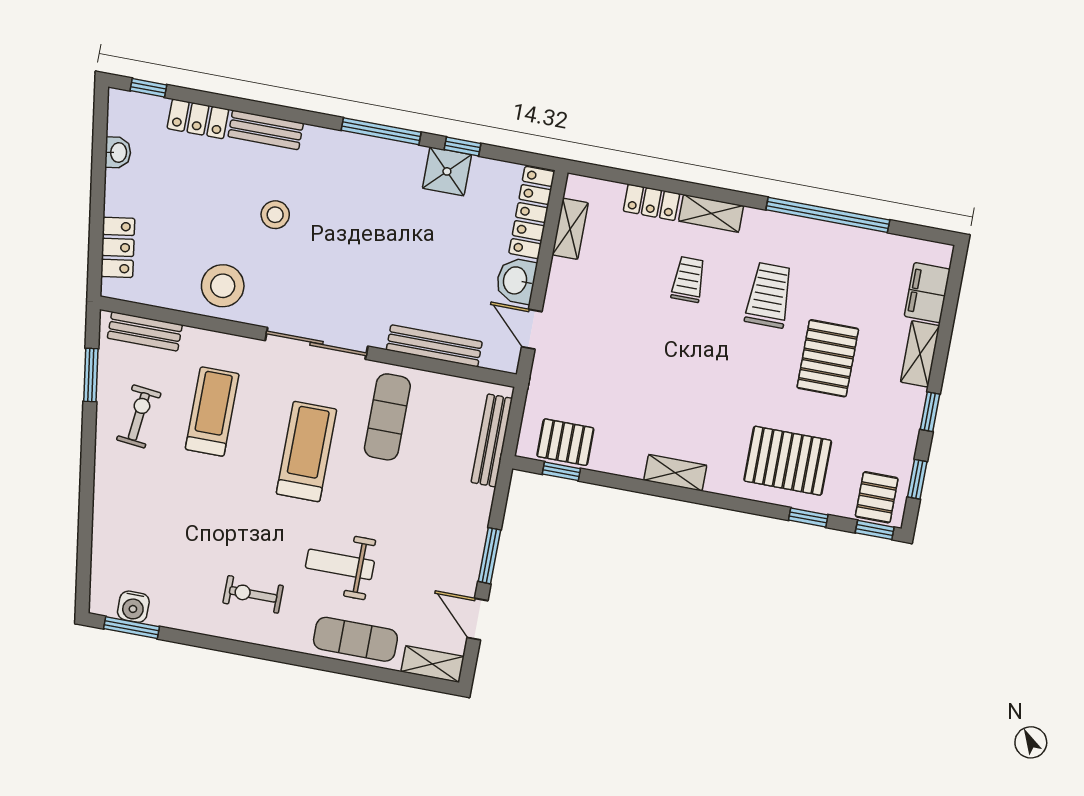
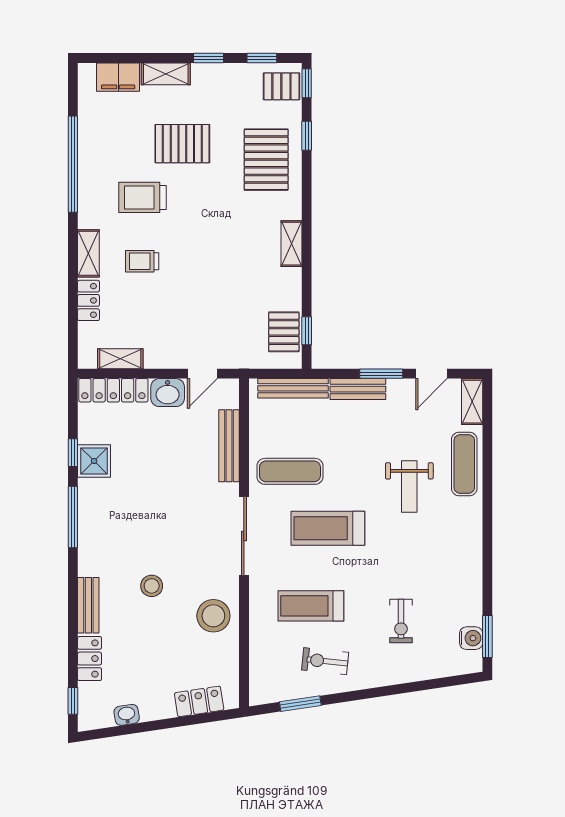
bench: (145, 331) -> (358, 389), moved, turned 90
exercise bike: (253, 594) -> (401, 621), moved

